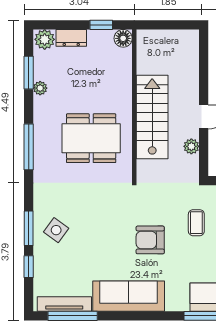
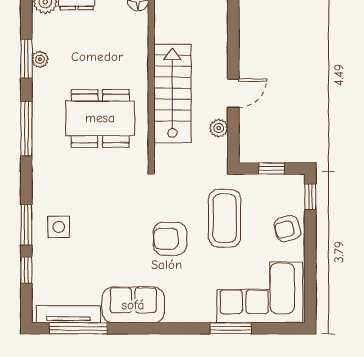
window: (29, 73) -> (26, 59), moved
coffee table: (196, 223) -> (225, 218), width x1.86, depth x1.72
side table: (56, 230) -> (59, 227), turned -36
sofa: (129, 296) -> (133, 305), width x0.73

